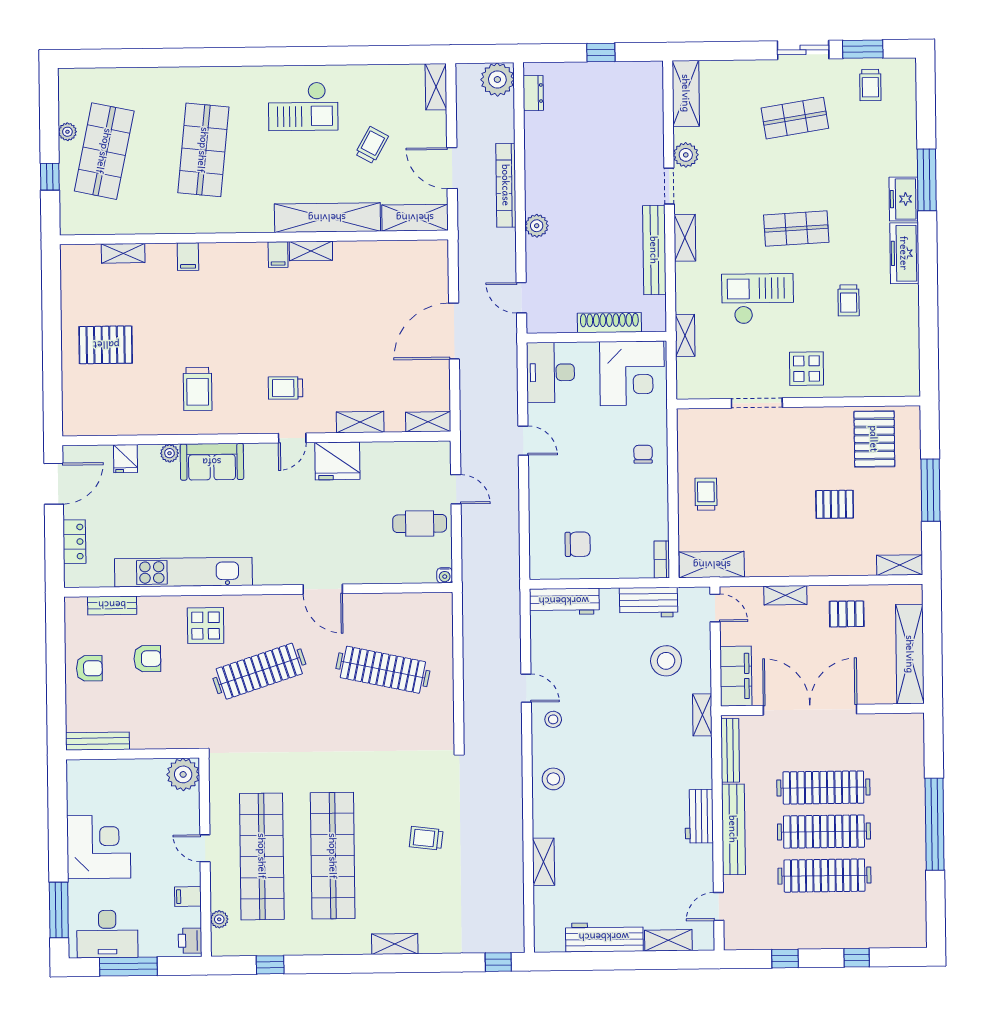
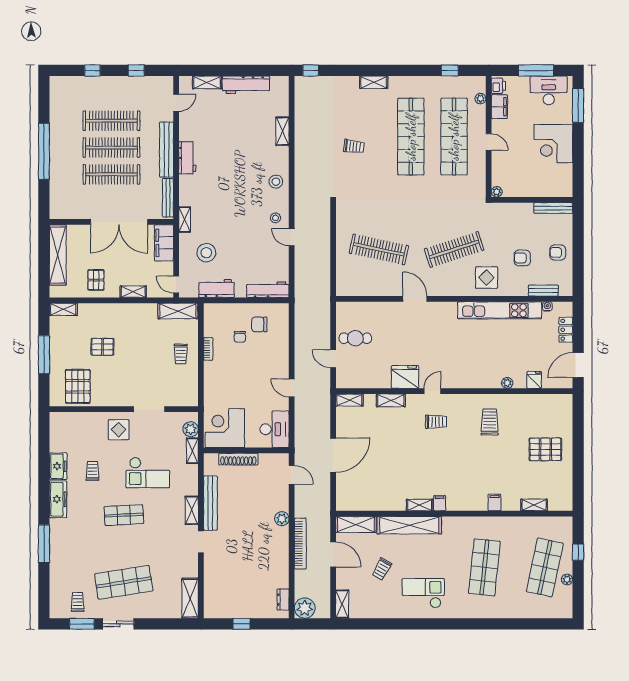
shop shelf: (795, 118) -> (124, 582), width x1.43, depth x1.36
plant: (686, 155) -> (191, 429), moved
freezer: (904, 199) -> (58, 466), moved
chair: (643, 454) -> (240, 337), moved
sofa: (212, 462) -> (481, 377), removed
bookcase: (662, 560) -> (208, 349), moved
water cooler: (445, 575) -> (547, 306), moved
pallet: (847, 614) -> (96, 280), turned 90
plant: (183, 774) -> (497, 192), width x0.53, depth x0.53
filing cabinet: (188, 897) -> (499, 107), width x2.00

